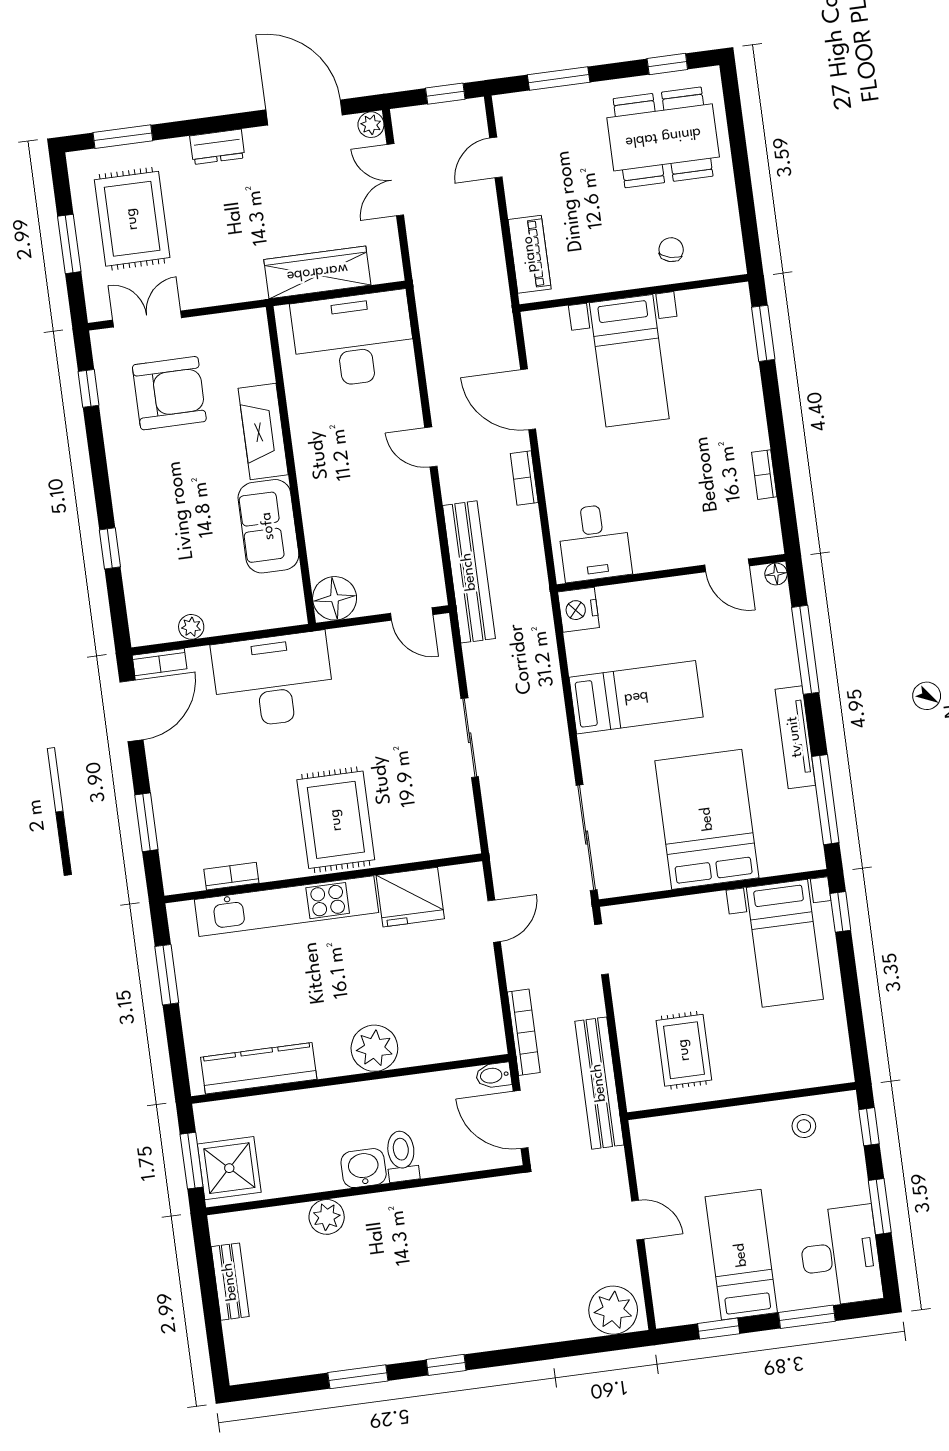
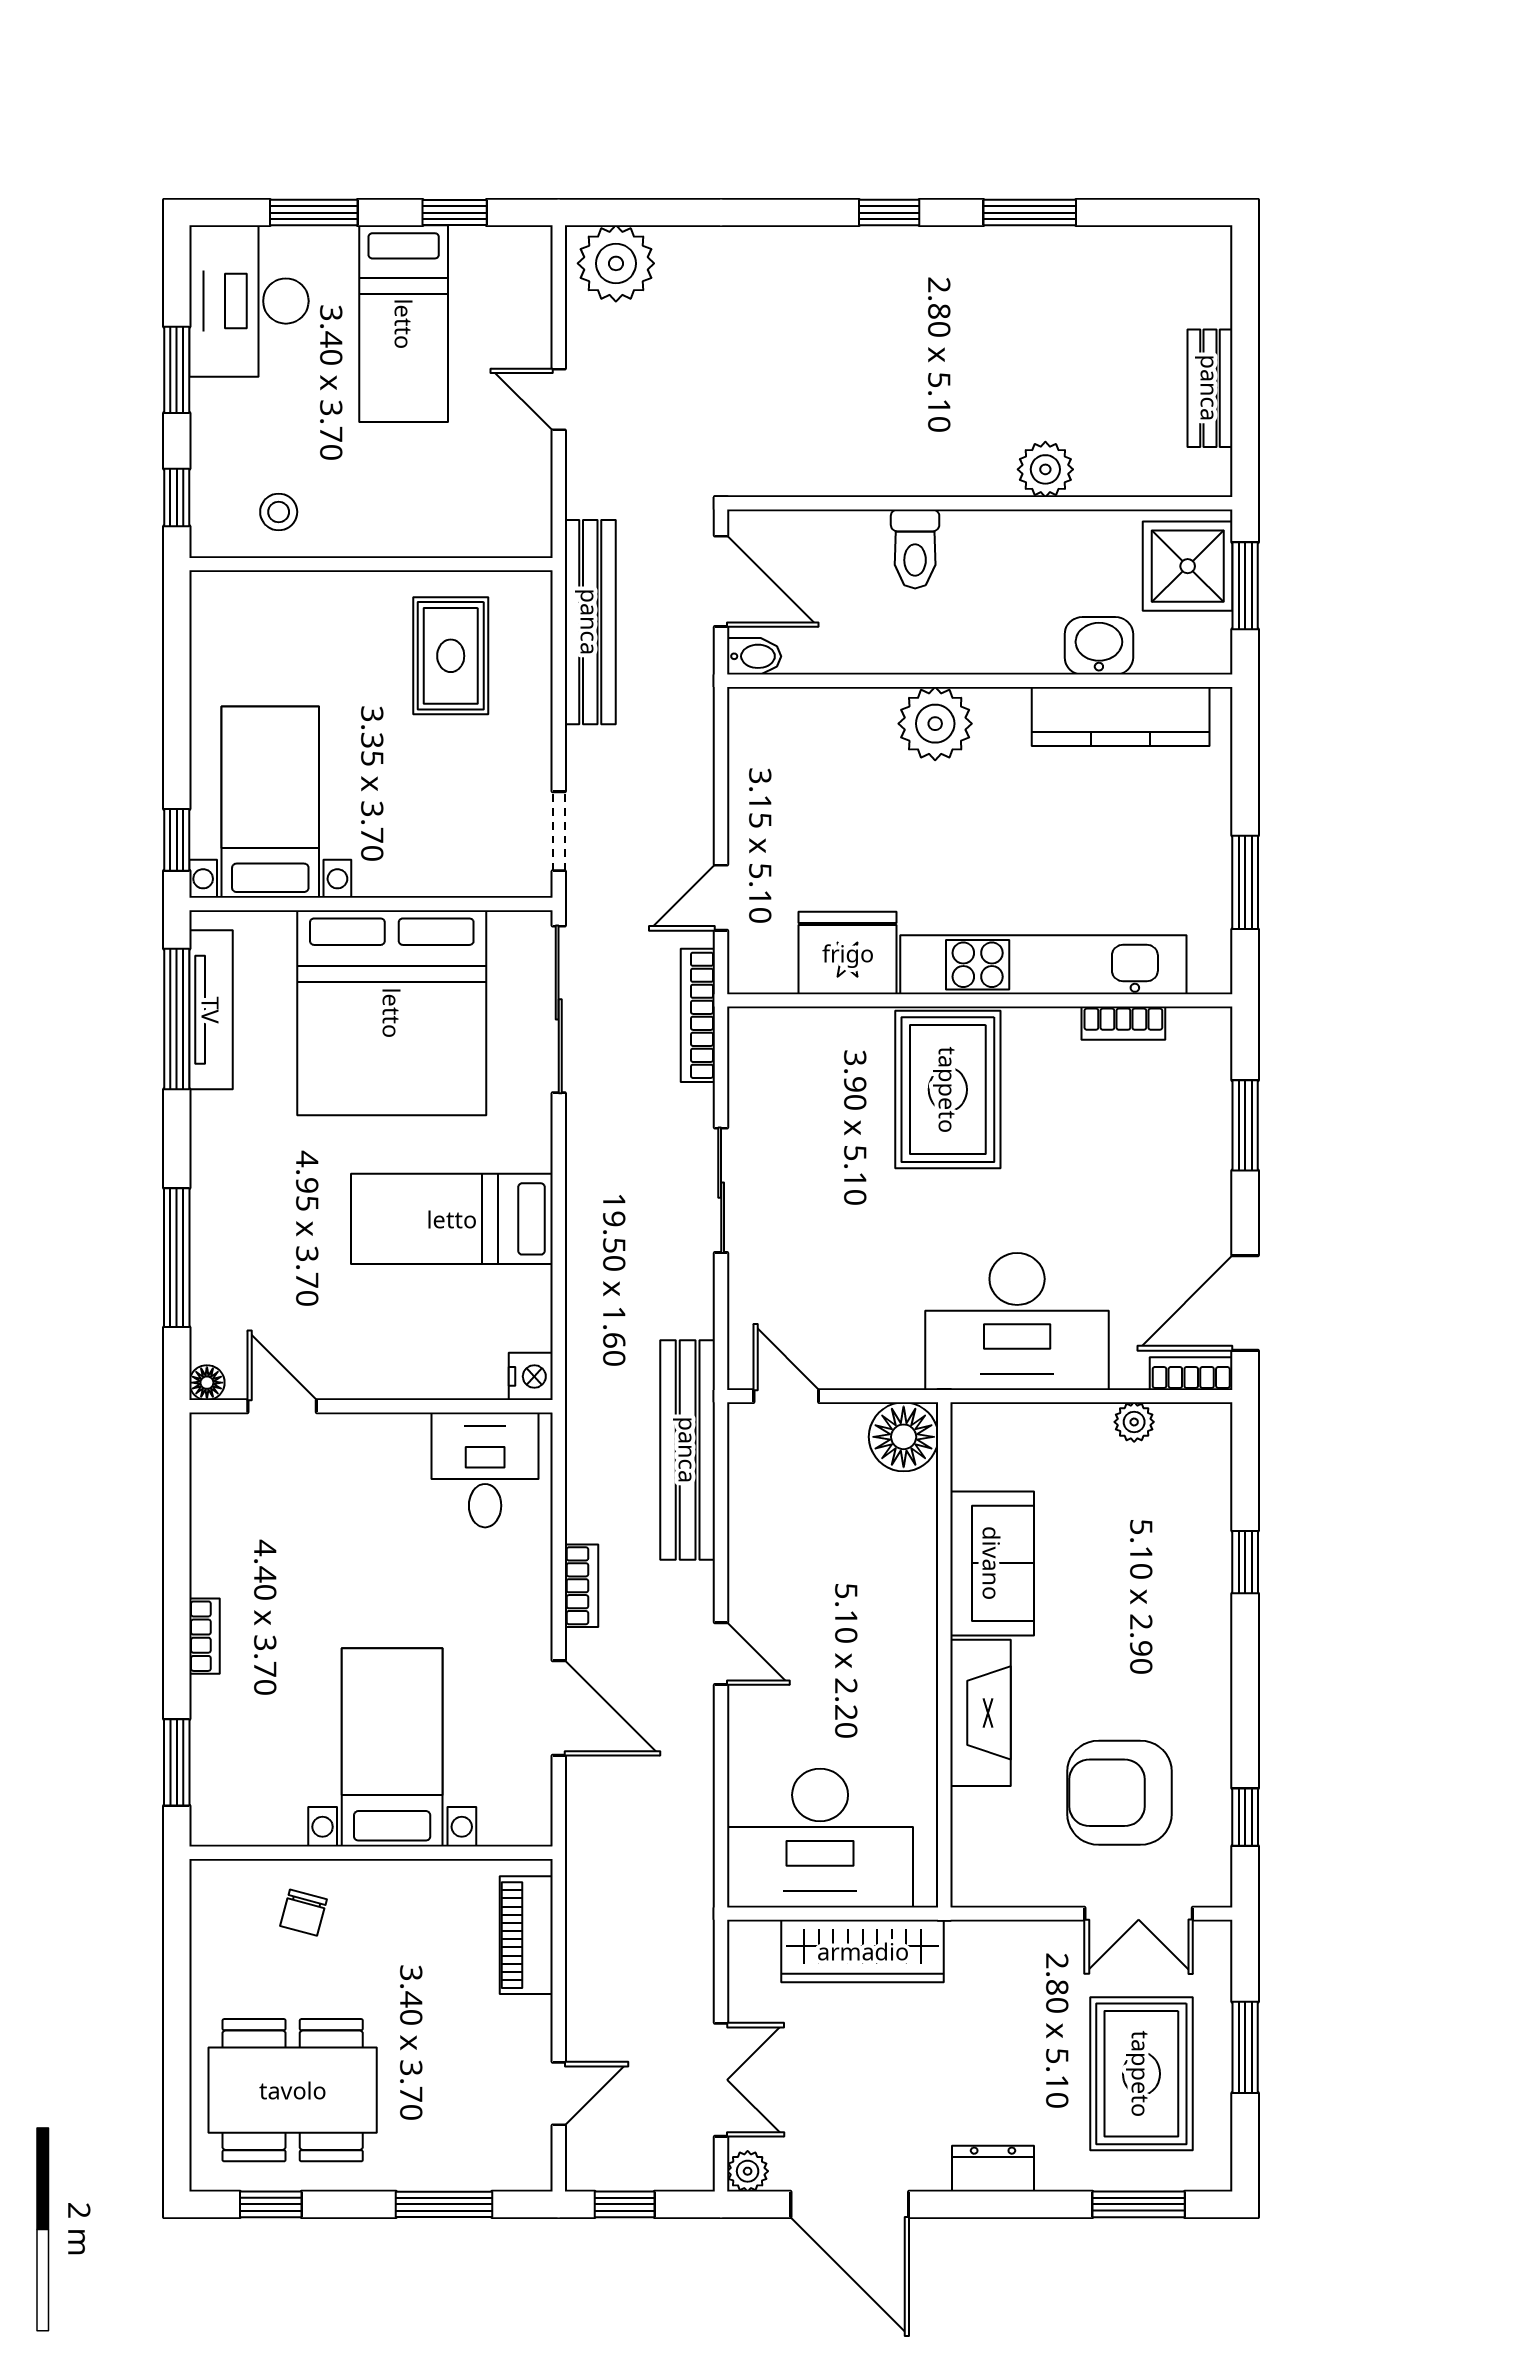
bookcase: (764, 475) -> (205, 1636), moved
nightstand: (579, 610) -> (531, 1376), width x0.74, depth x0.75
tv unit: (795, 737) -> (211, 1010), moved
bed: (707, 819) -> (392, 1013), width x1.36
bookcase: (524, 1032) -> (698, 1015), moved
washbasin: (364, 1168) -> (1099, 646), moved, turned 180

